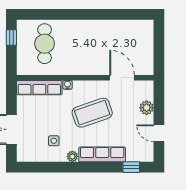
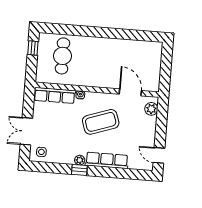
plant: (147, 108) -> (151, 109), moved
door: (159, 133) -> (159, 155), moved
side table: (54, 141) -> (41, 152), moved
window: (131, 167) -> (79, 170), moved

